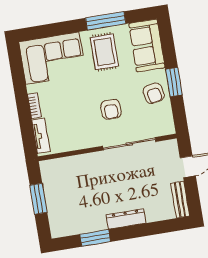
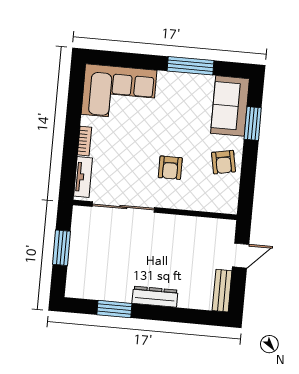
rug: (104, 52) -> (180, 100), removed
window: (174, 82) -> (253, 124), moved
sliding door: (129, 144) -> (123, 207), moved

